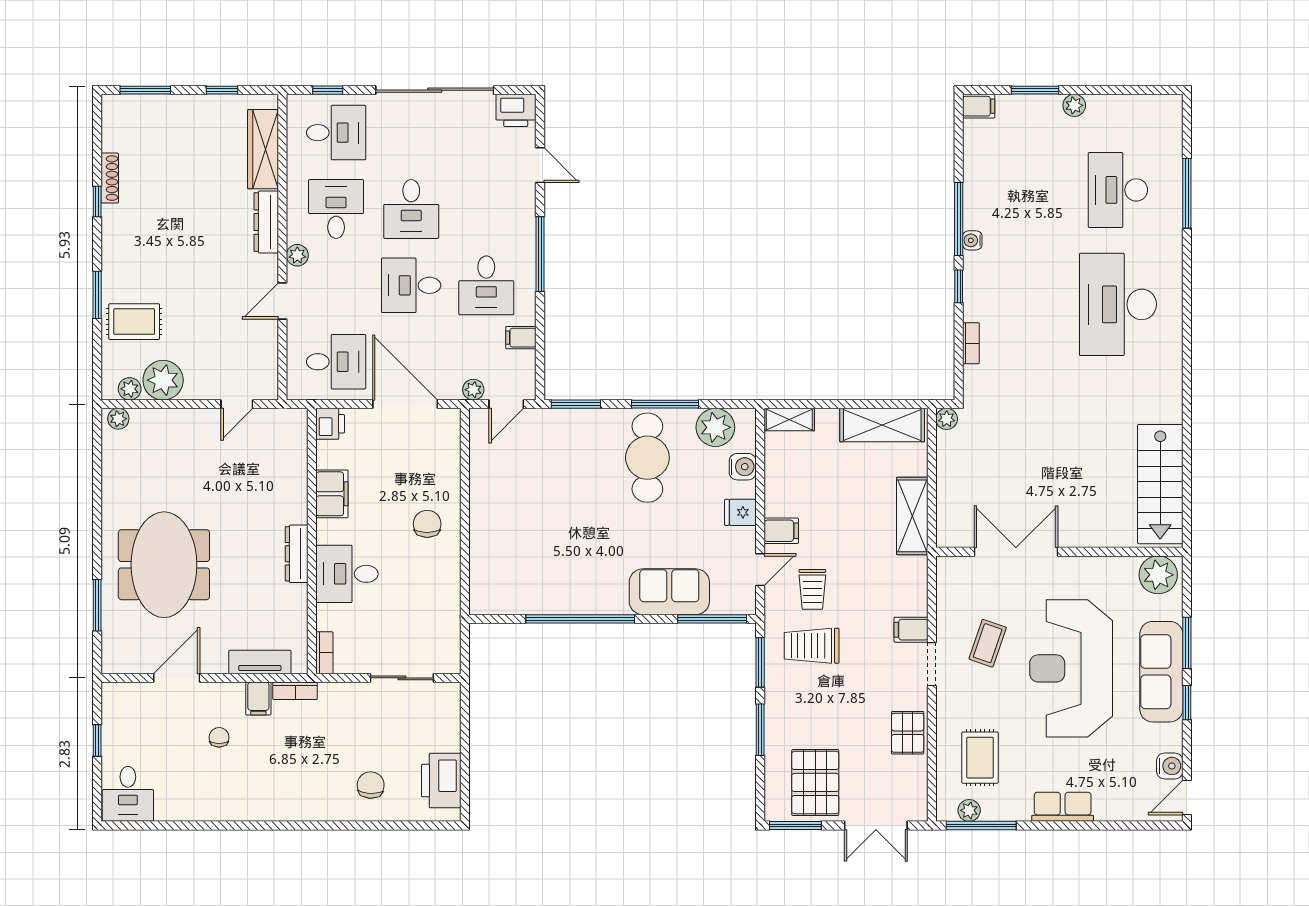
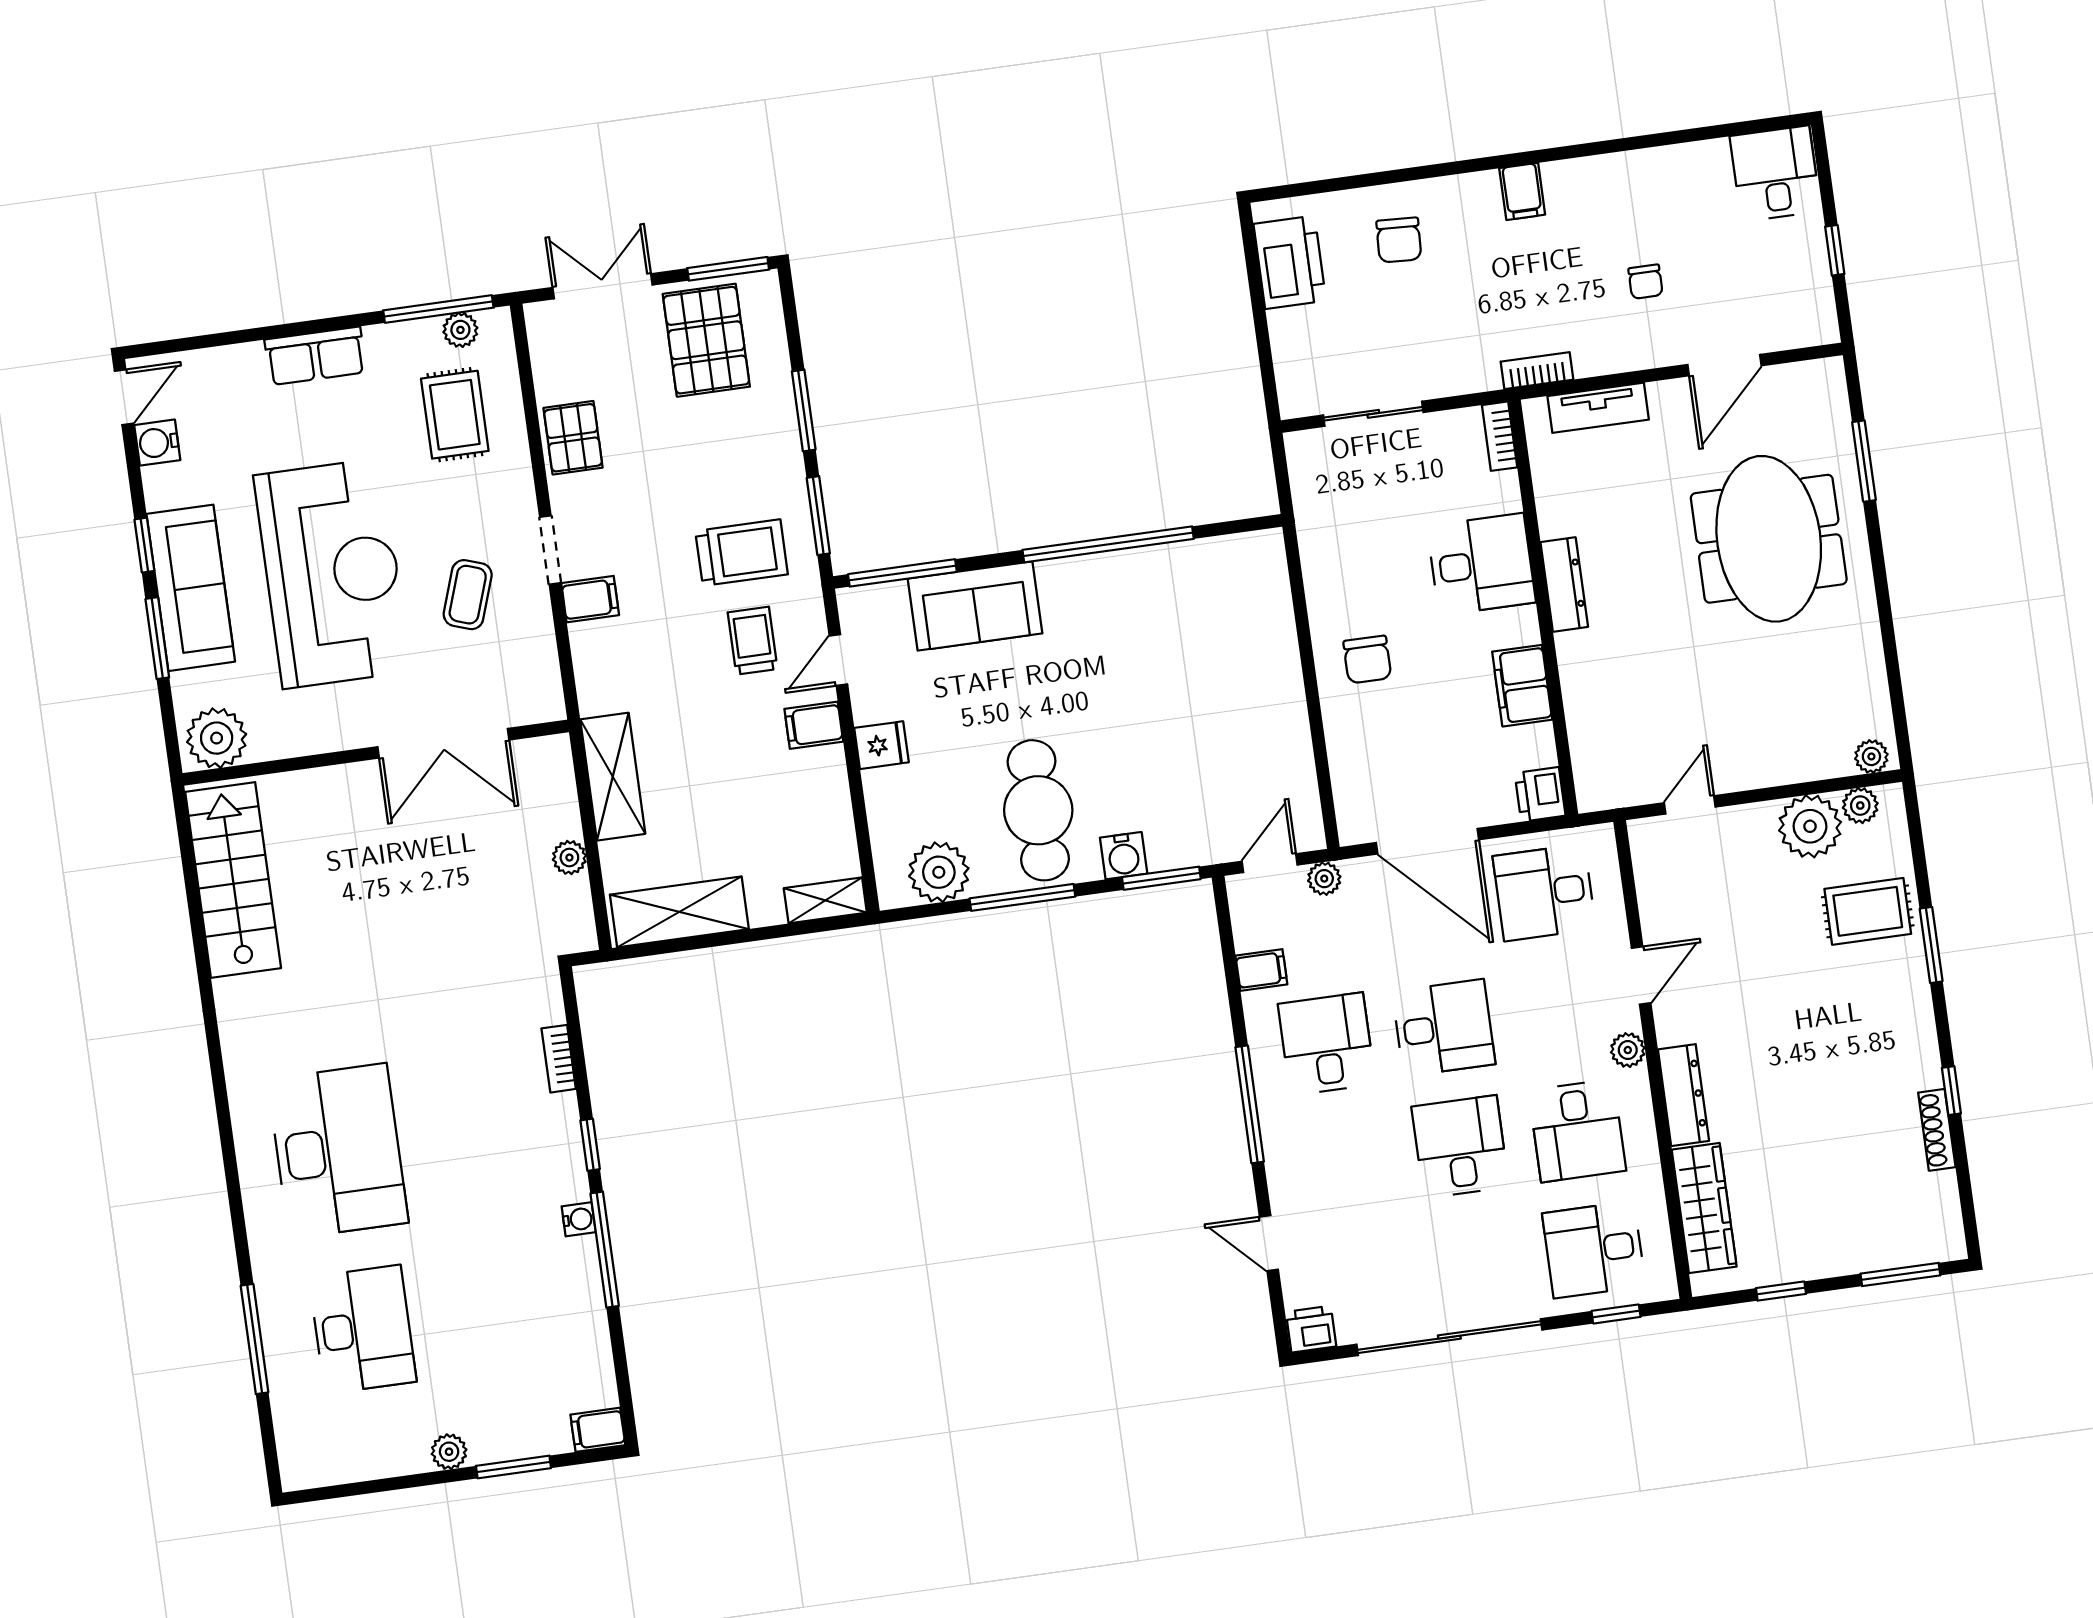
printer: (516, 110) -> (1311, 1329), width x0.73, depth x0.81
plant: (947, 419) -> (569, 858), moved
water cooler: (743, 467) -> (1124, 856), moved, turned -90
filing cabinet: (258, 699) -> (1522, 191), moved, turned 180

